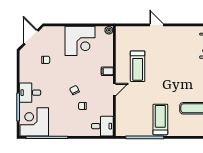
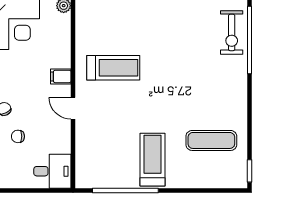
treadmill: (138, 66) -> (113, 68), turned -90
door: (114, 90) -> (73, 108), swing flipped

